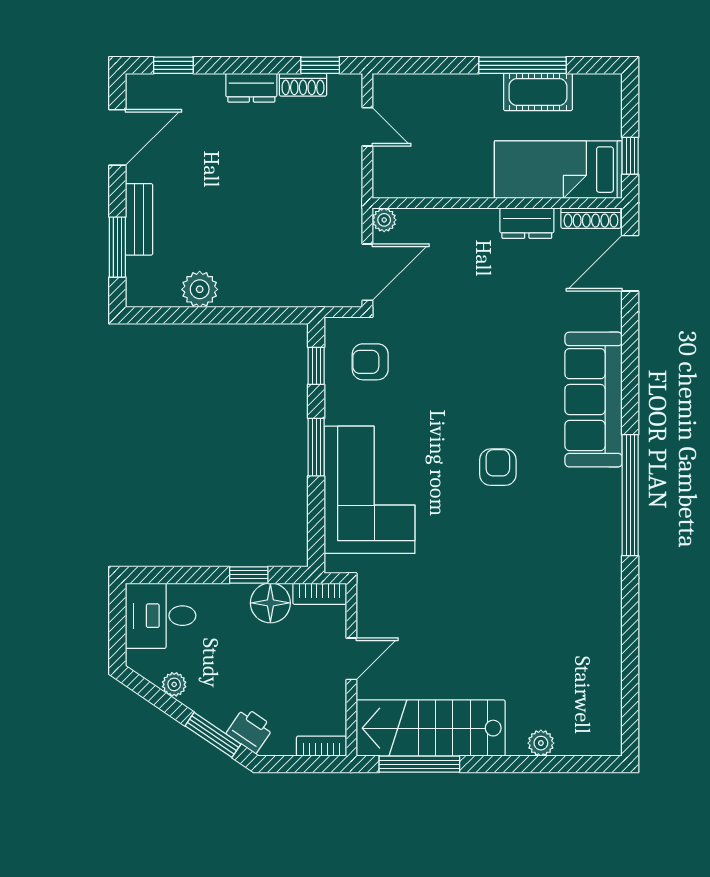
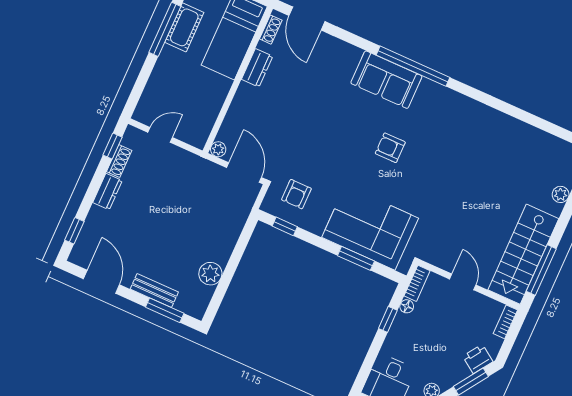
shoe rack: (591, 218) -> (271, 30), width x0.70
sofa: (594, 400) -> (386, 80), width x0.73
window: (316, 447) -> (356, 258), moved
window: (630, 495) -> (413, 66), moved
floor lamp: (270, 603) -> (407, 306), width x0.53, depth x0.53

